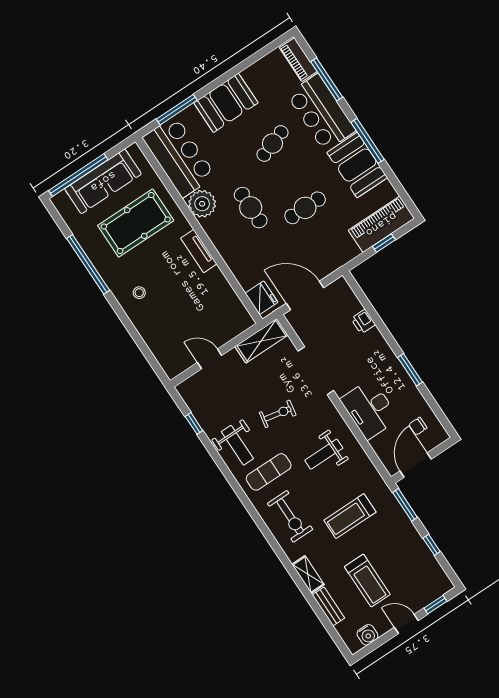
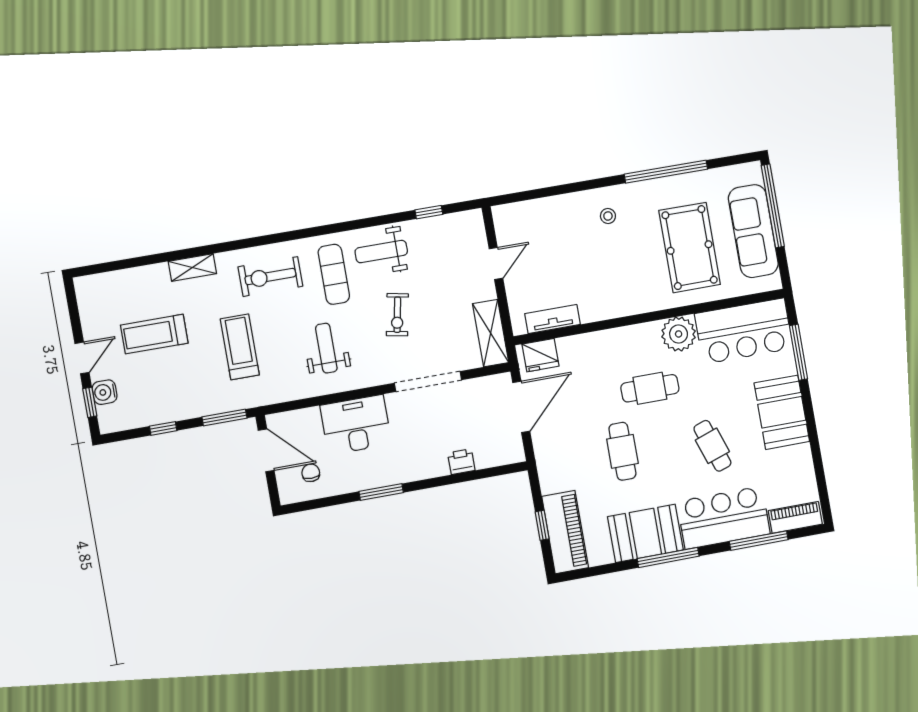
tv unit: (199, 251) -> (553, 319), moved
bench: (328, 606) -> (144, 275), removed
water cooler: (367, 635) -> (105, 392), moved

